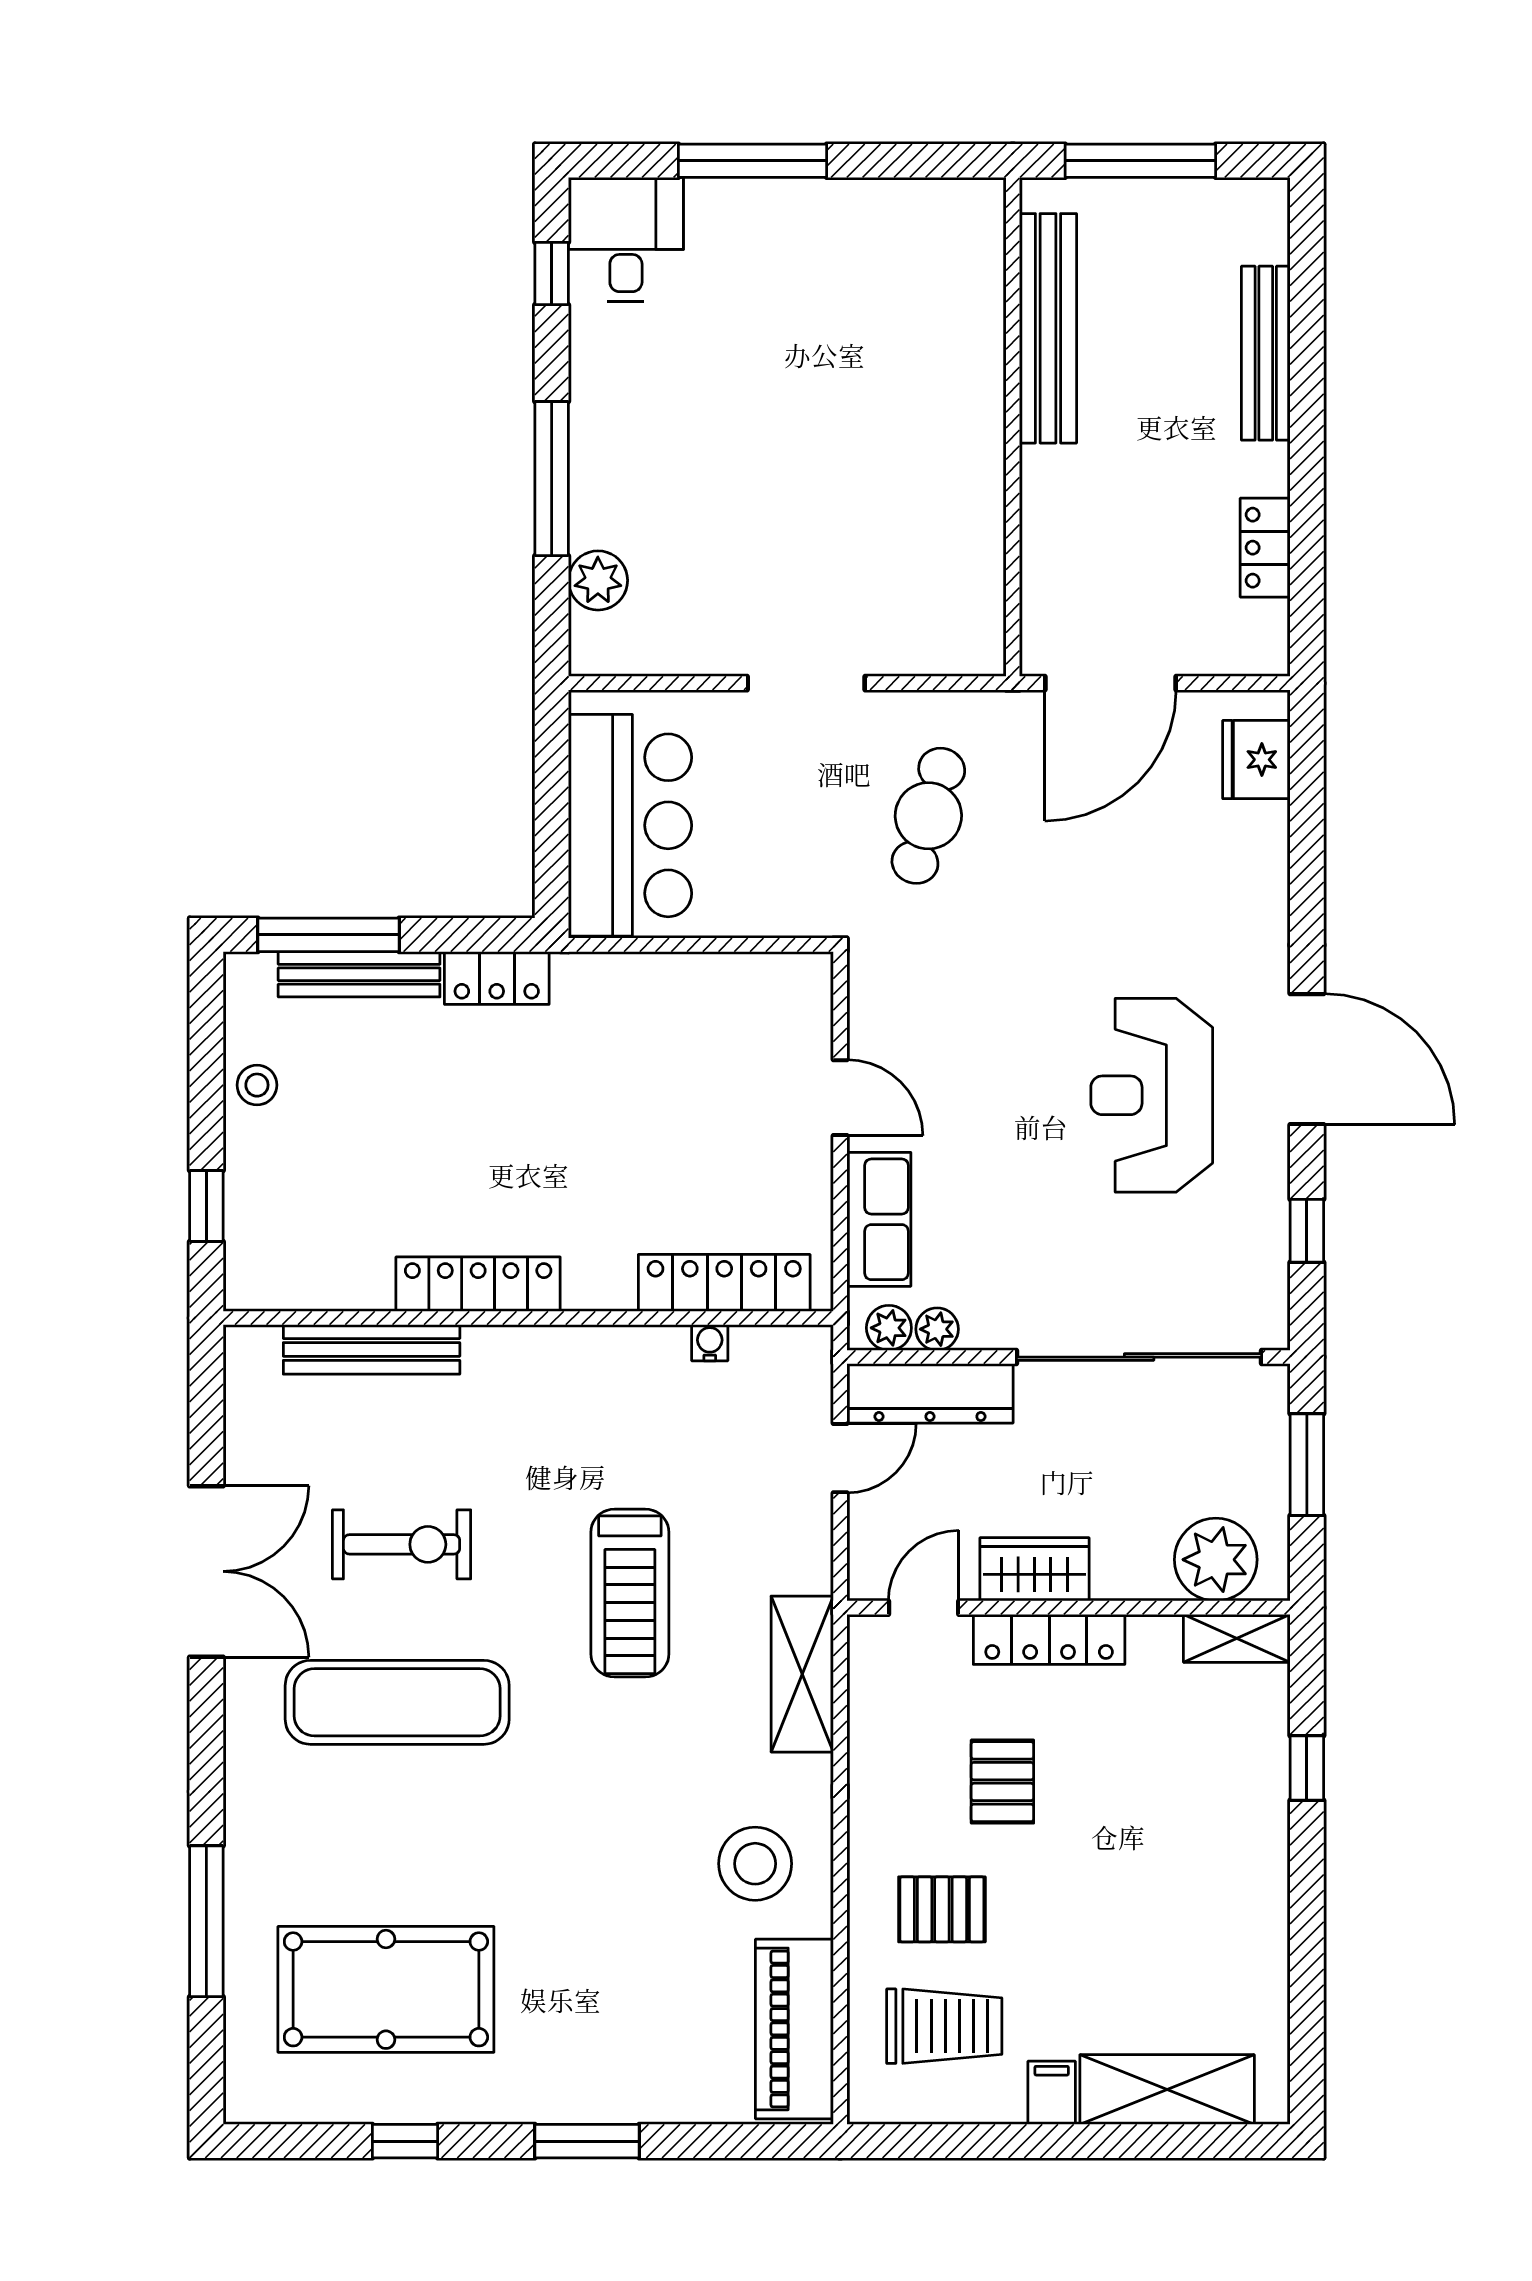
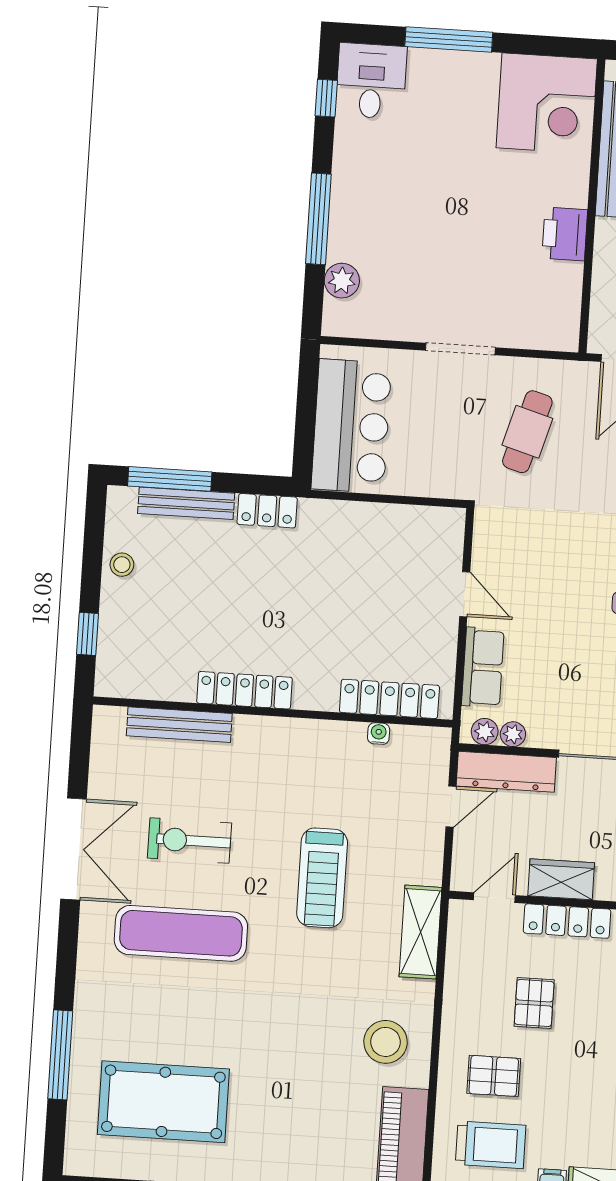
corner desk: (925, 258) -> (547, 103), added
printer: (970, 477) -> (565, 234), added
exercise bike: (402, 1544) -> (190, 840), turned 180

